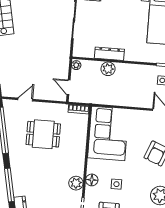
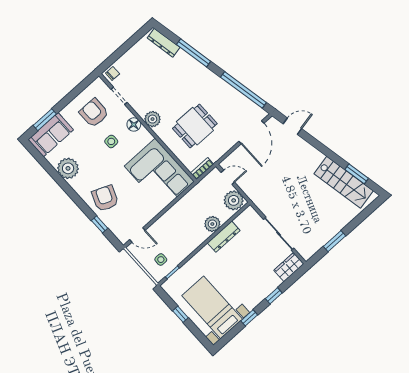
plant: (76, 65) -> (234, 200), width x1.87, depth x1.87
door: (25, 99) -> (251, 132), width x1.88
dining table: (43, 134) -> (195, 126), moved
plant: (76, 183) -> (152, 119), moved

